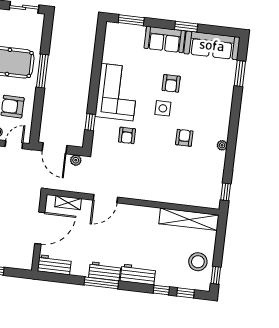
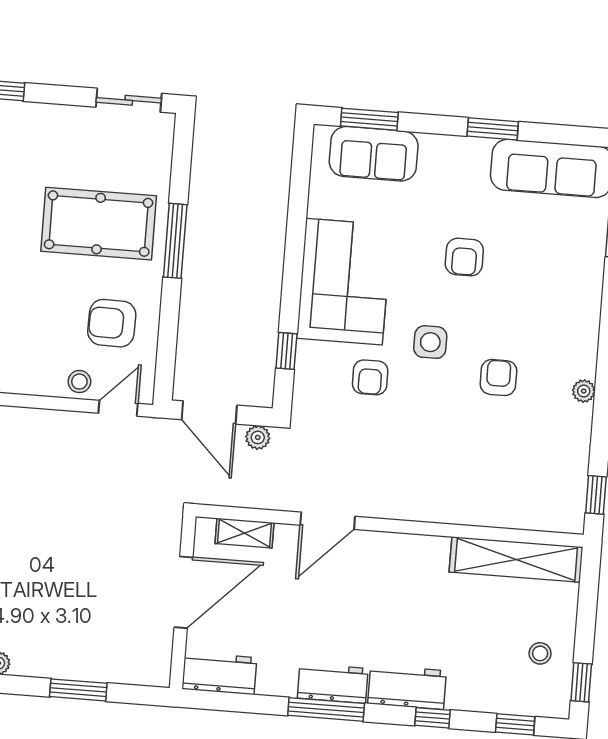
sofa: (165, 39) -> (374, 154), moved
side table: (163, 108) -> (430, 342), moved
stool: (198, 262) -> (540, 653), width x0.53, depth x0.53
window: (161, 290) -> (432, 718), moved

